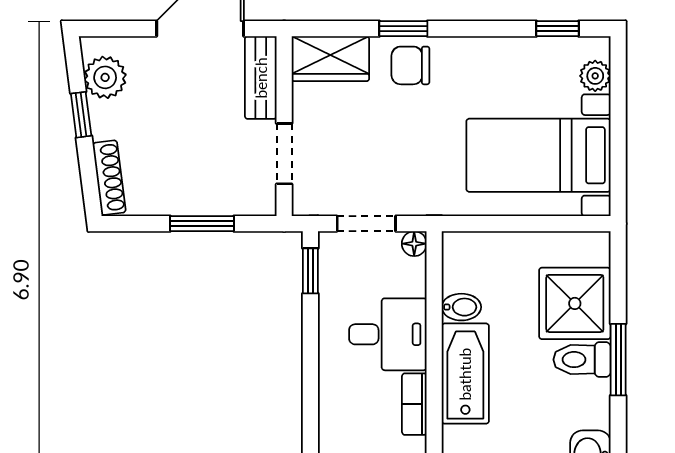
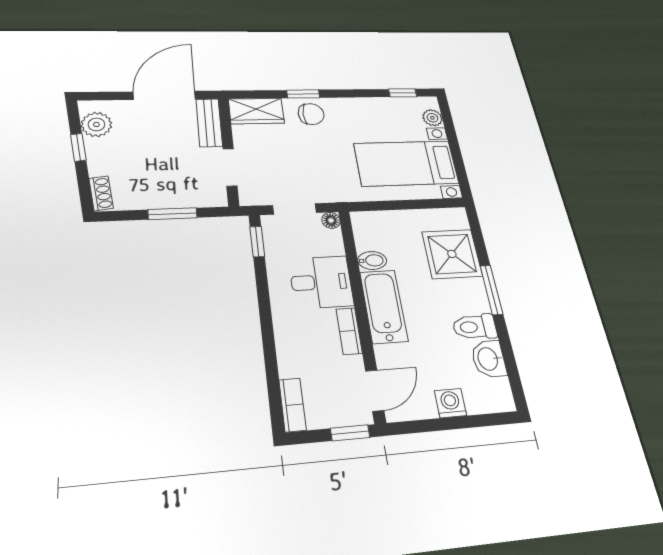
chair: (410, 65) -> (311, 114), turned 180
shoe rack: (109, 178) -> (101, 193), width x0.70
toilet: (582, 360) -> (475, 327), moved

